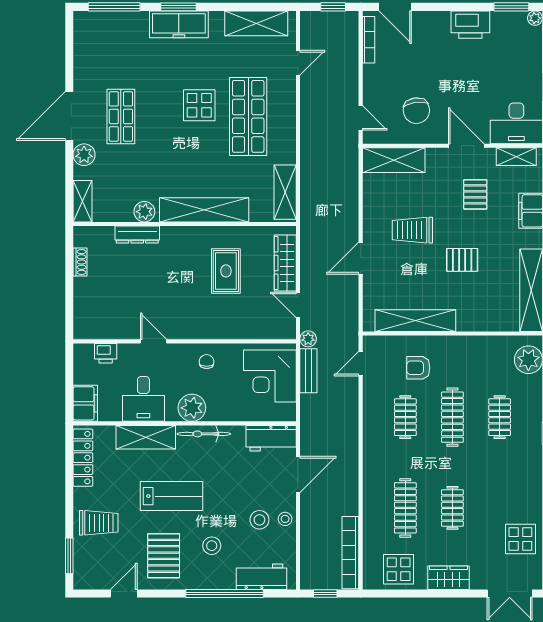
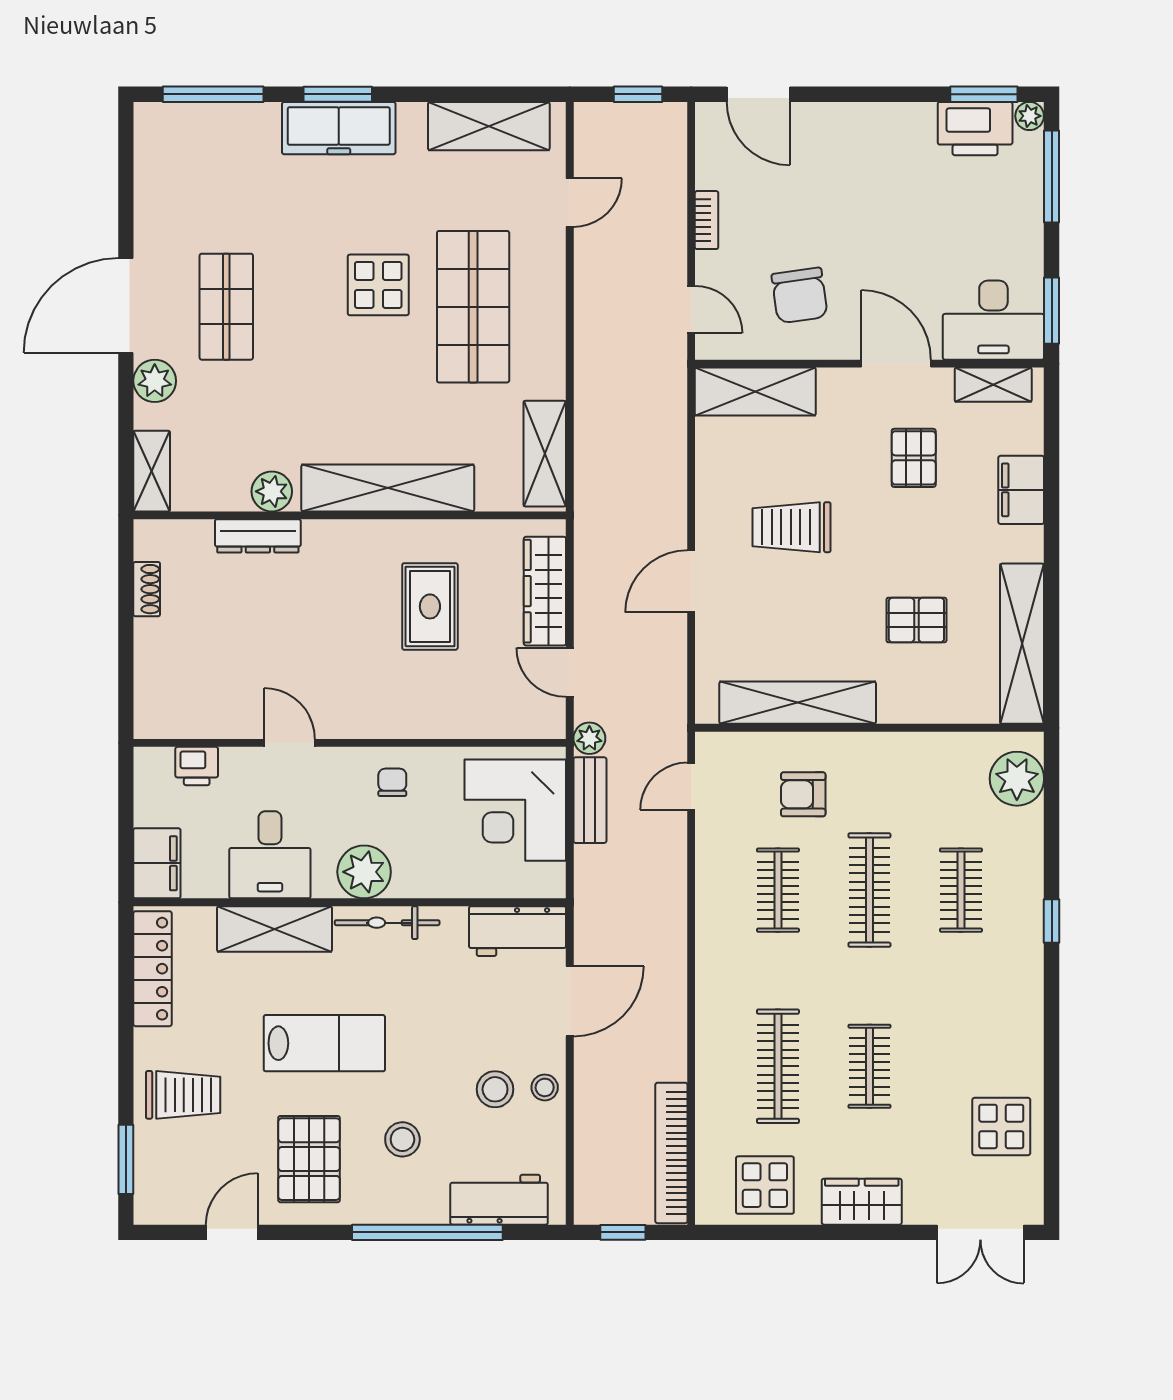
printer: (470, 25) -> (975, 129), moved
bookcase: (369, 40) -> (707, 220), moved, width x0.64
pallet: (462, 260) -> (916, 620), moved

